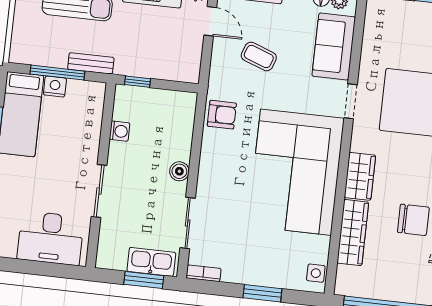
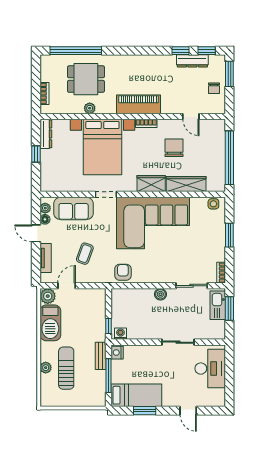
nightstand: (55, 87) -> (117, 353), moved
washing machine: (120, 131) -> (121, 334), moved

